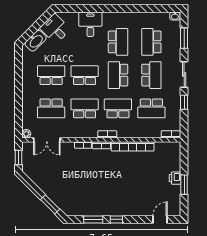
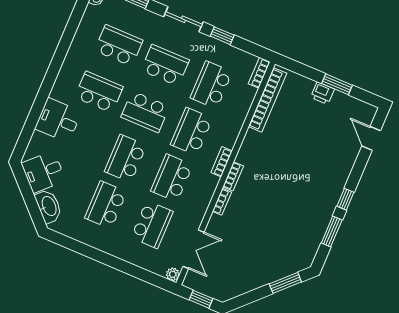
school desk: (151, 42) -> (119, 46), turned 180
school desk: (151, 108) -> (211, 85), turned 180
bookcase: (133, 146) -> (268, 100), moved

